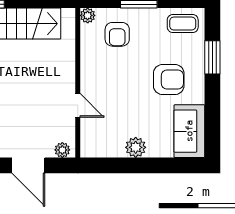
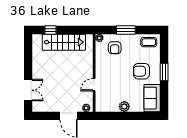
window: (212, 57) -> (164, 72), moved
armchair: (169, 80) -> (141, 71), turned 180
door: (78, 105) -> (94, 85), swing flipped

